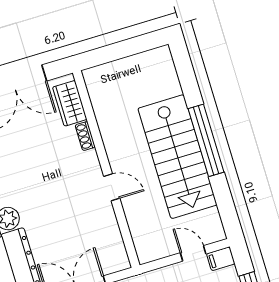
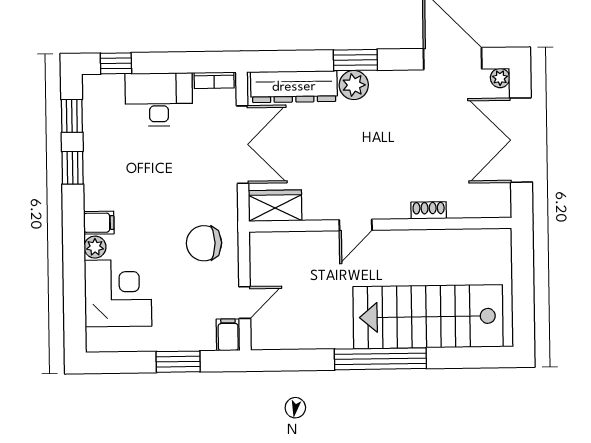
wardrobe: (70, 103) -> (275, 206), moved
stairs: (177, 157) -> (428, 317), moved

